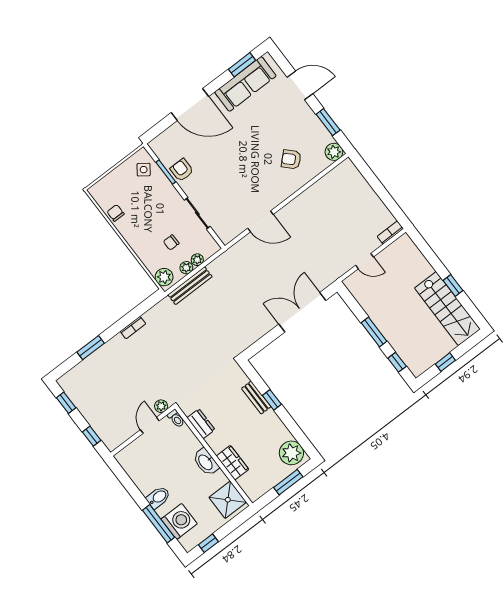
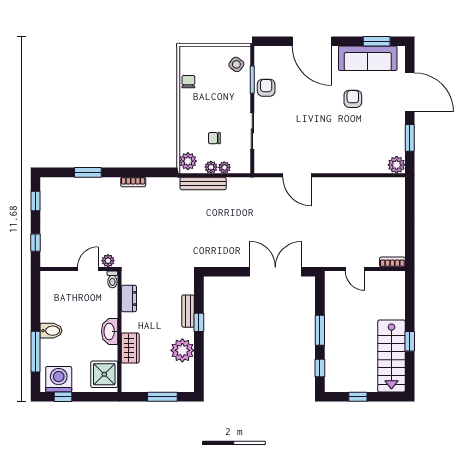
door: (300, 85) -> (410, 92), width x1.36
armchair: (291, 159) -> (353, 99), moved, turned 44
plant: (291, 453) -> (182, 350), moved
washing machine: (179, 521) -> (59, 379), moved, turned -90

